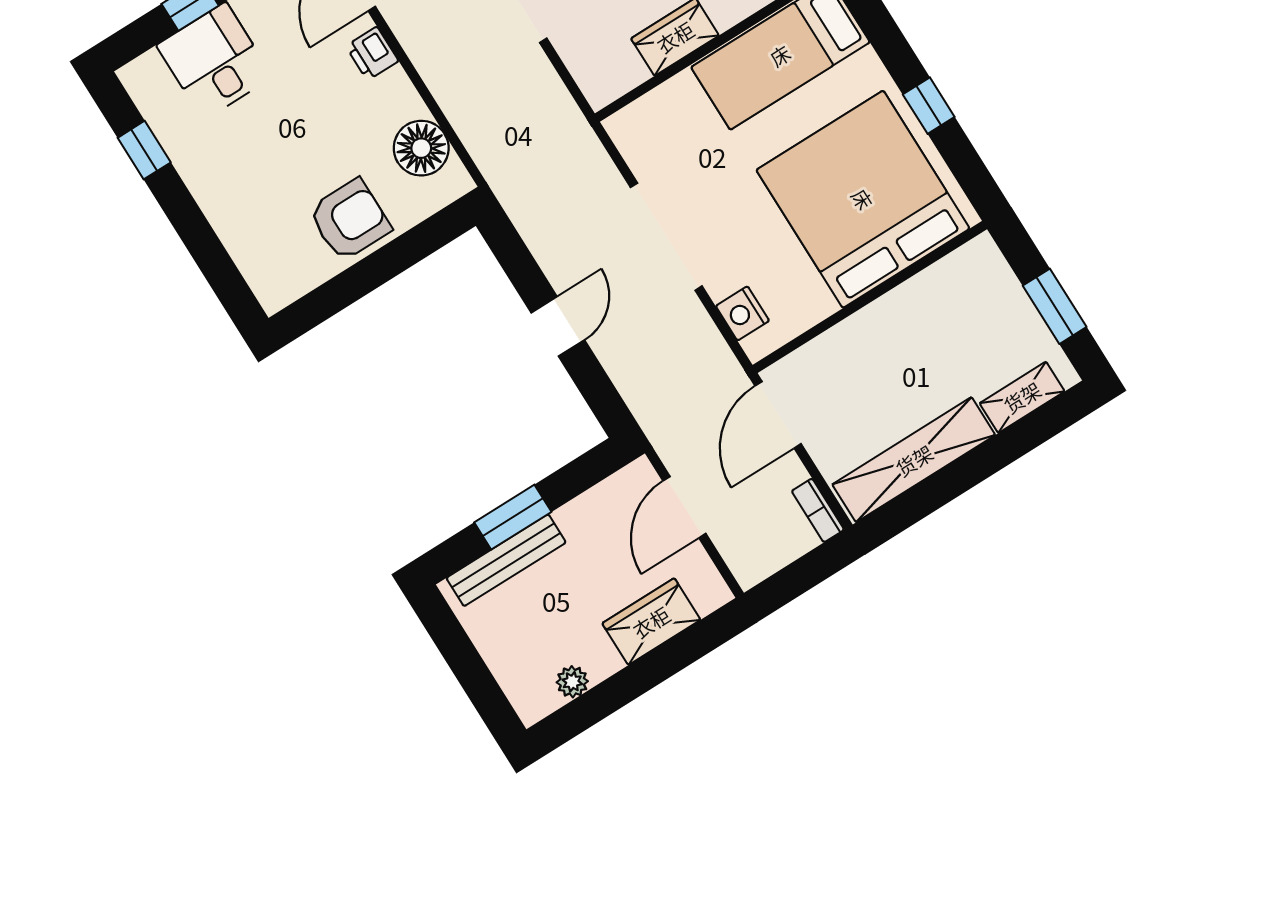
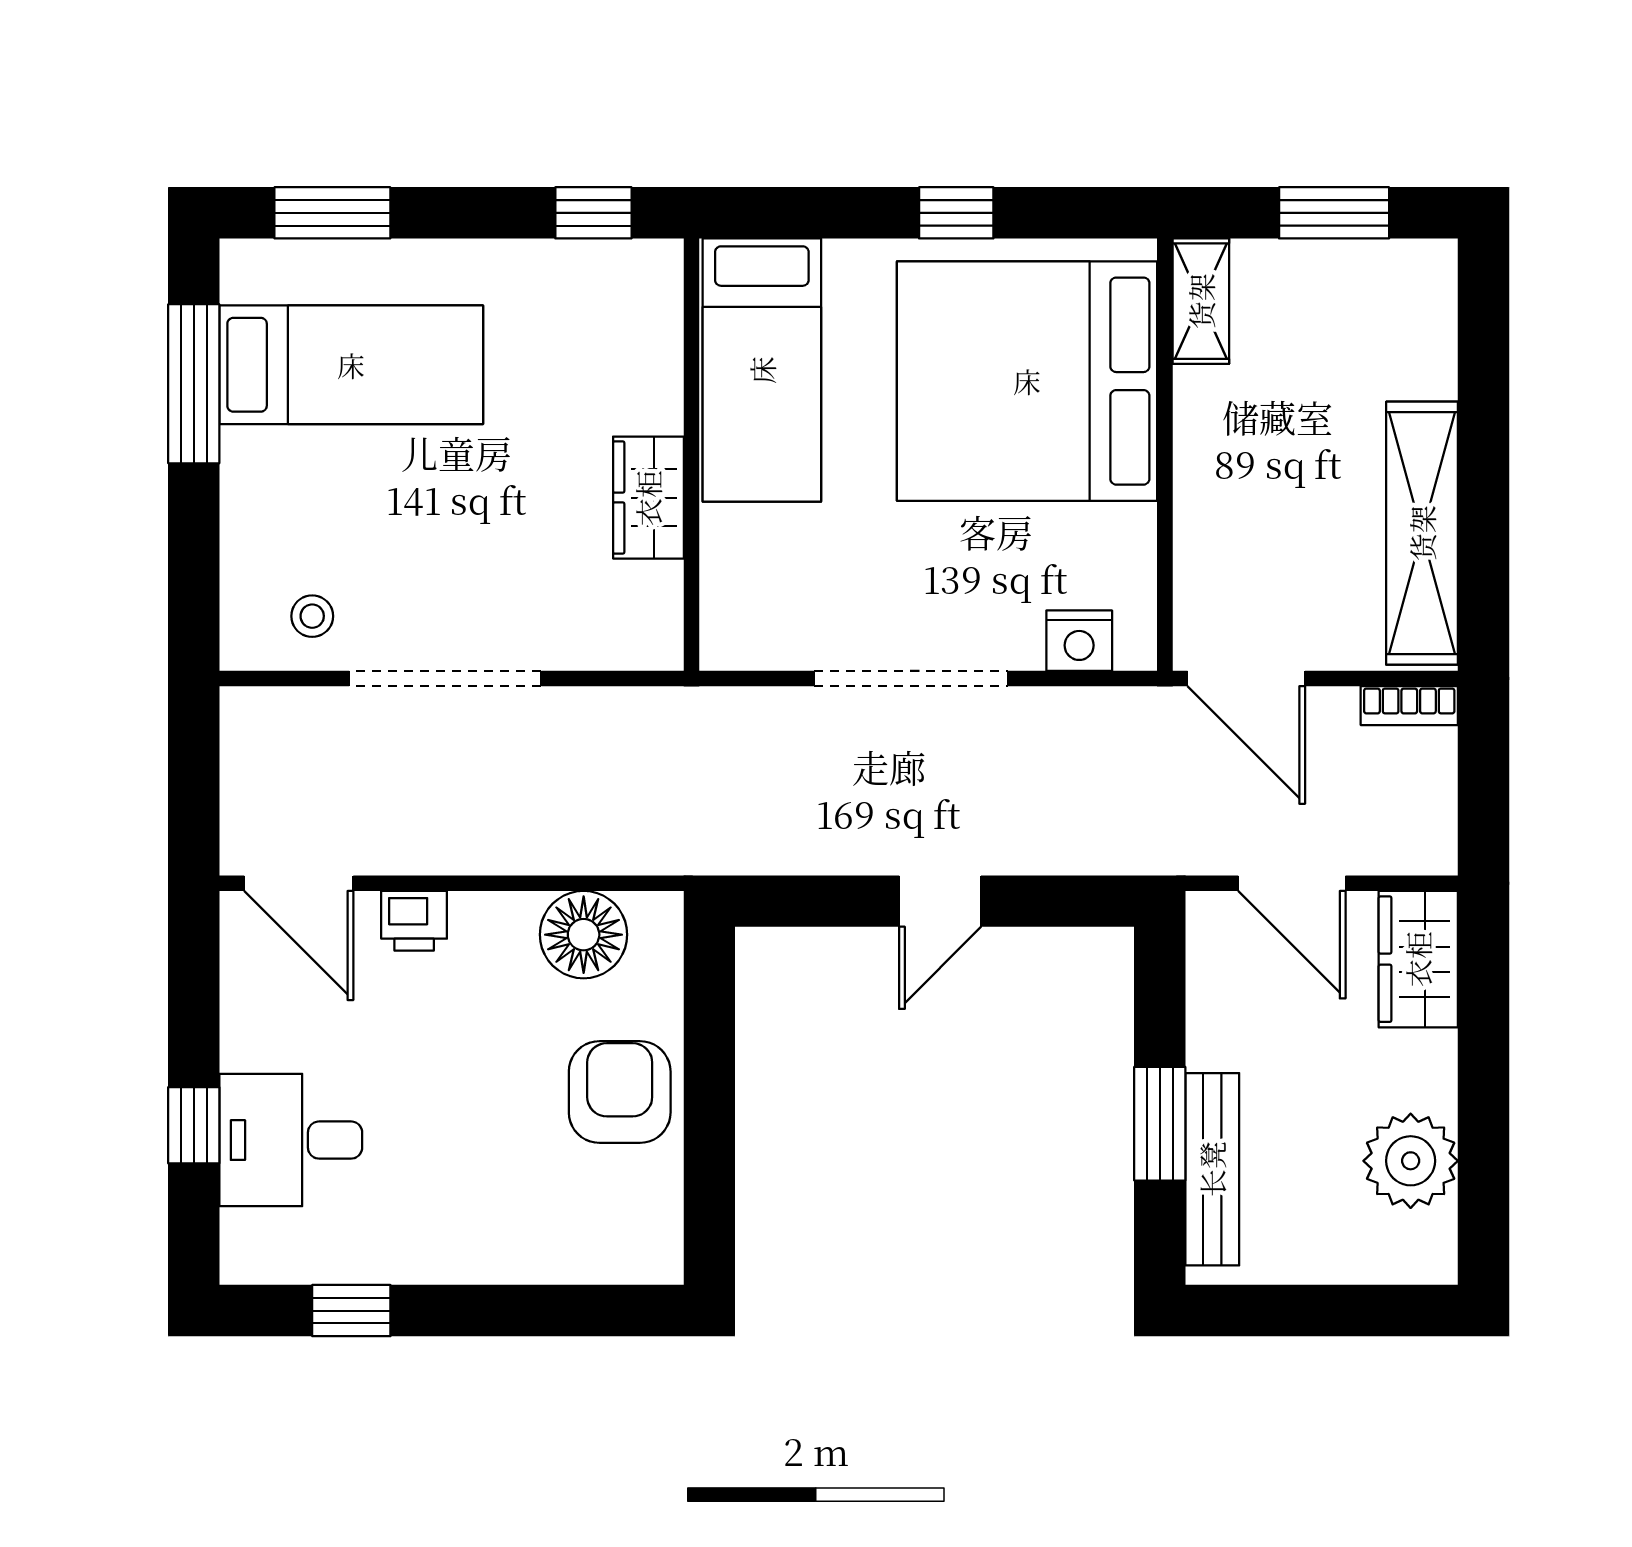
door: (558, 326) -> (940, 901), swing flipped
shelving: (1022, 397) -> (1201, 301), moved
wardrobe: (651, 622) -> (1418, 959), moved
plant: (572, 682) -> (1411, 1161), width x1.87, depth x1.87

